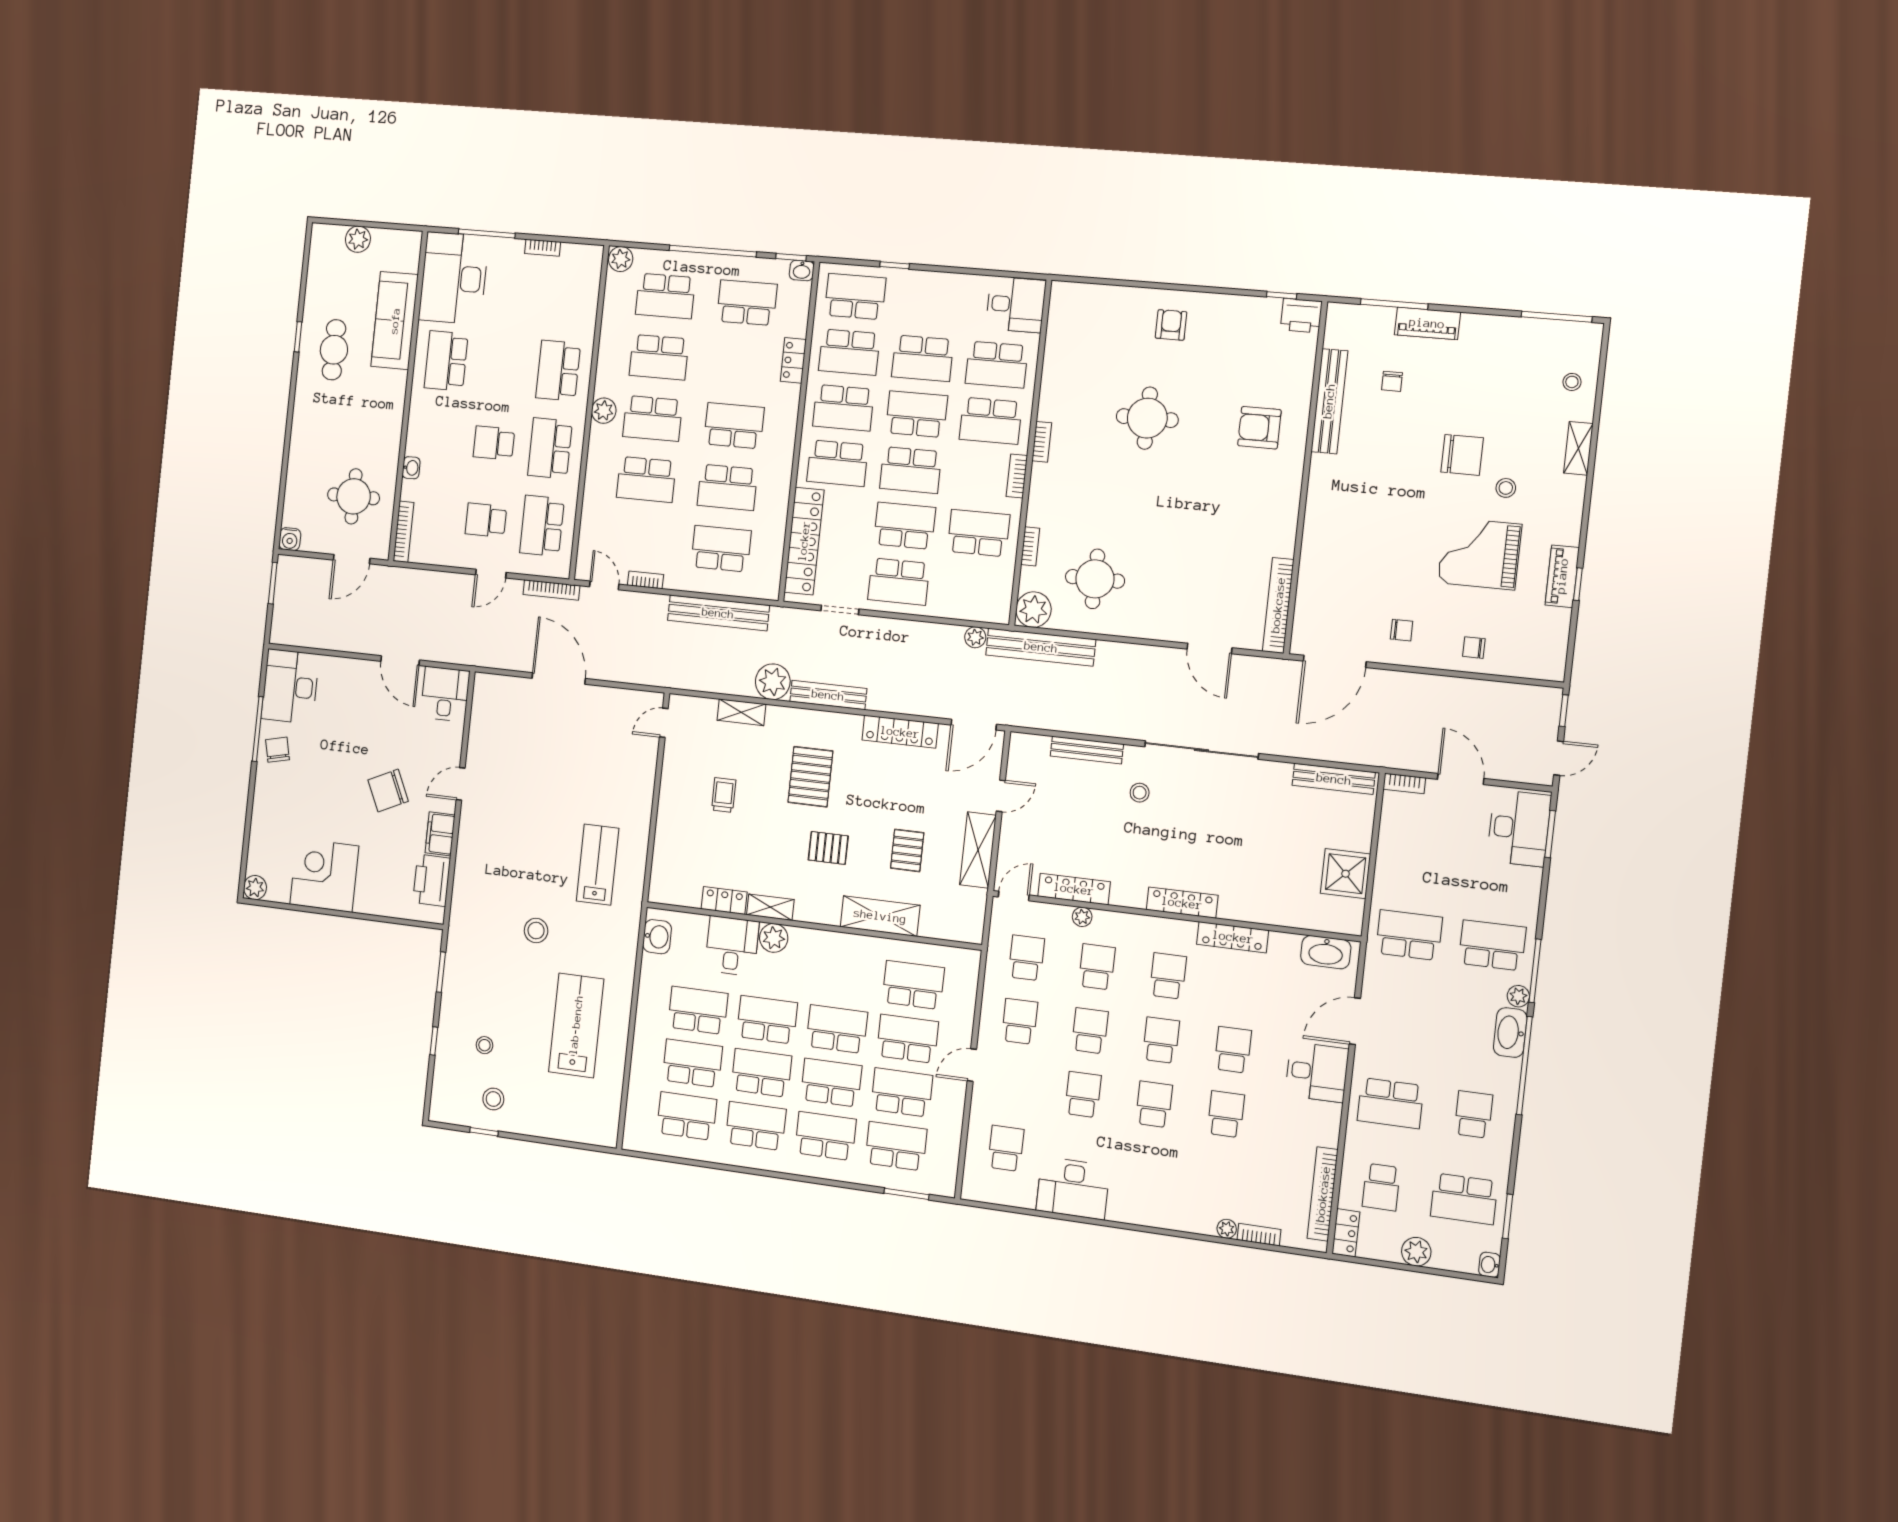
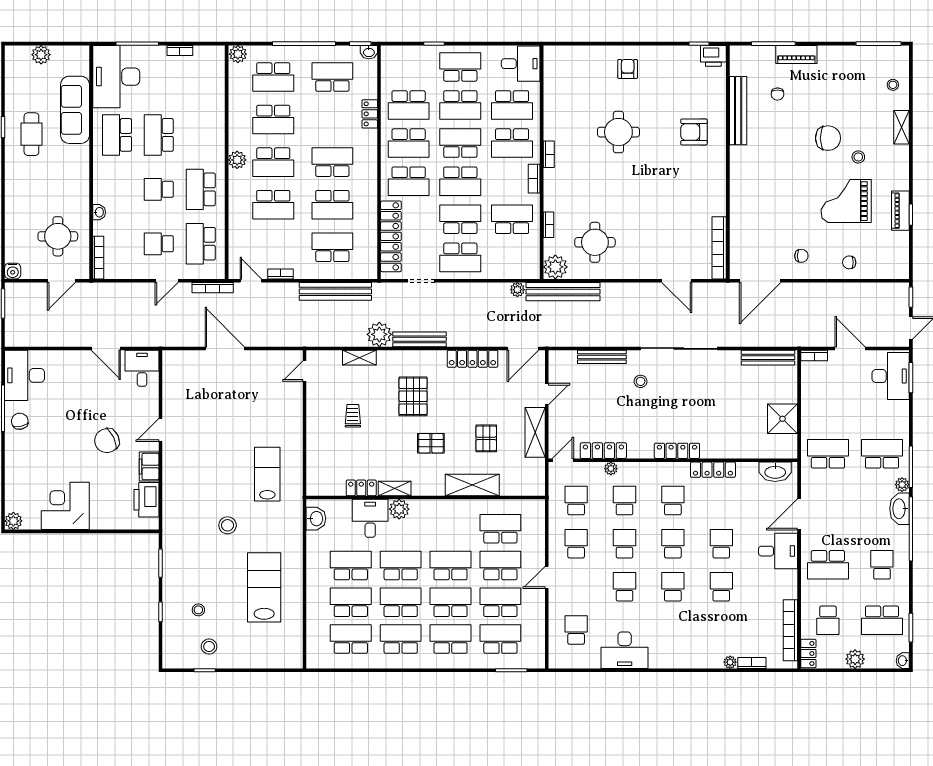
school desk: (855, 297) -> (460, 67), moved
school desk: (558, 371) -> (159, 135), moved

